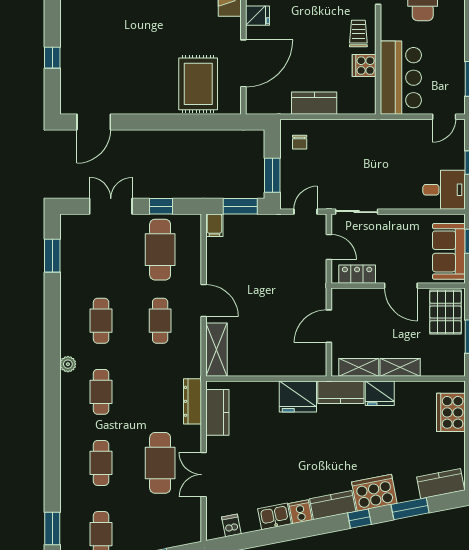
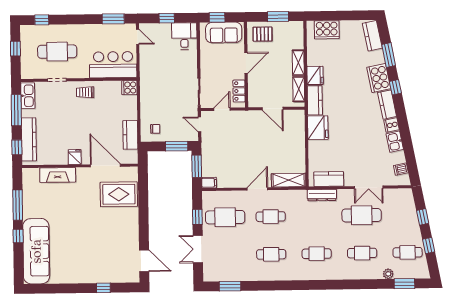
cooker: (364, 66) -> (129, 88), moved, turned 90
kitchen counter: (314, 103) -> (130, 135), moved
pallet: (446, 312) -> (263, 34), width x0.67, depth x0.71
plant: (68, 364) -> (388, 274), moved

